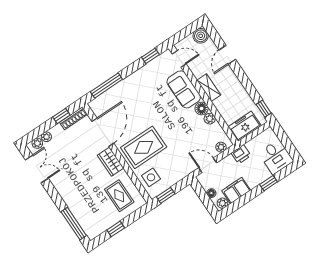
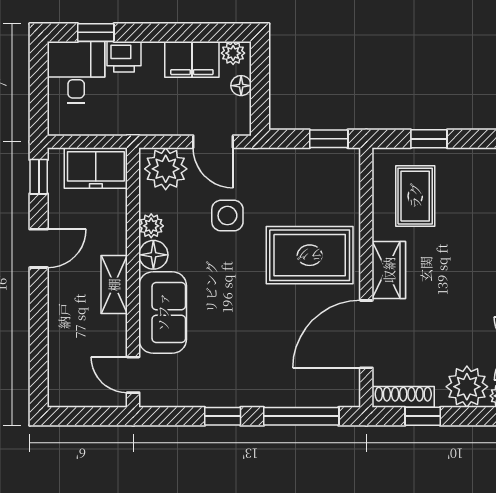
boiler: (201, 36) -> (64, 391), removed
door: (227, 55) -> (39, 248), moved
window: (150, 56) -> (223, 416), moved
plant: (46, 137) -> (467, 387), width x1.87, depth x1.87
plant: (221, 147) -> (166, 169), width x1.88, depth x1.88
printer: (241, 154) -> (124, 57), moved, turned 180
side table: (151, 177) -> (227, 216), moved
window: (269, 183) -> (96, 32), moved
window: (116, 229) -> (429, 139), moved

